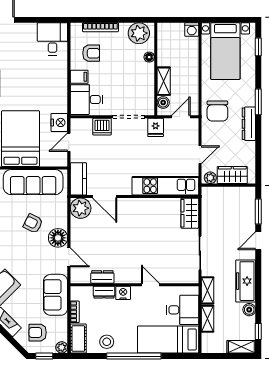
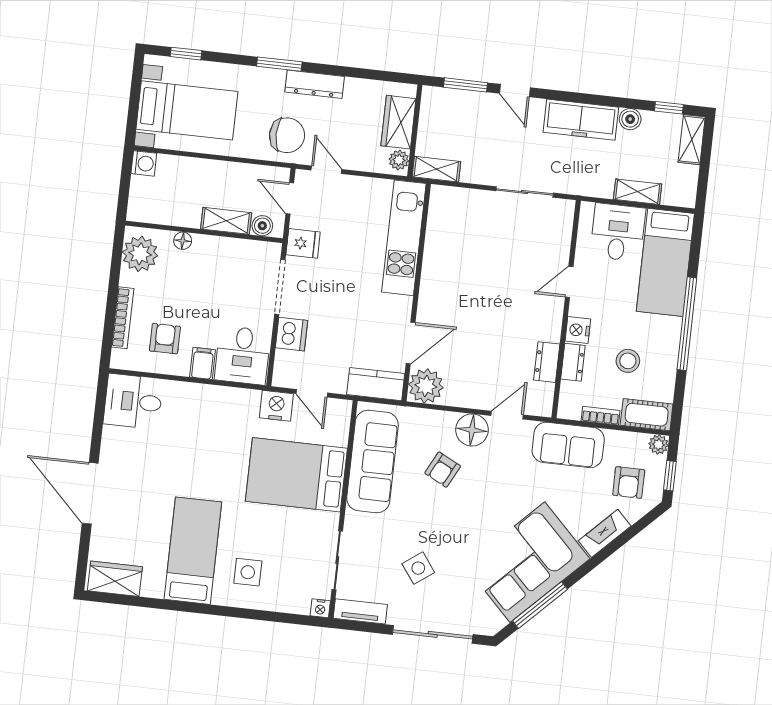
door: (200, 155) -> (326, 170), moved
wardrobe: (190, 213) -> (455, 202), removed
shelving: (207, 290) -> (436, 169), moved
stool: (107, 342) -> (628, 361), moved

